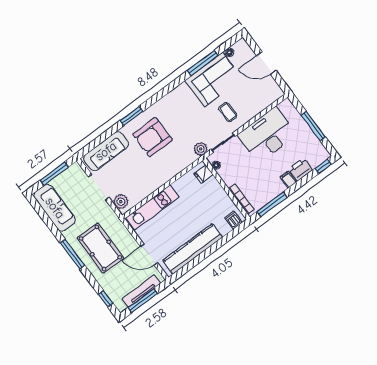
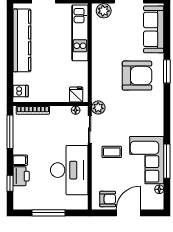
armchair: (267, 87) -> (108, 199), added
armchair: (153, 137) -> (137, 76), turned 90
window: (323, 166) -> (10, 183), moved

